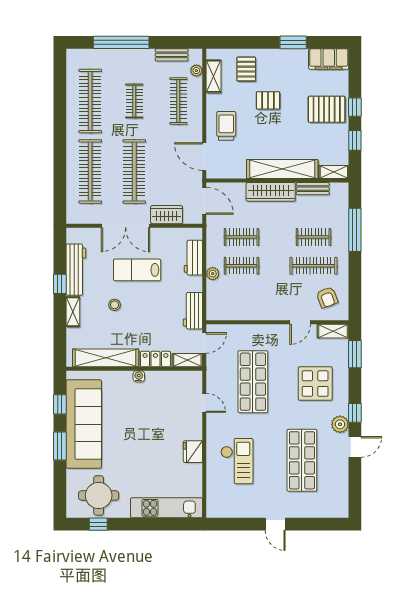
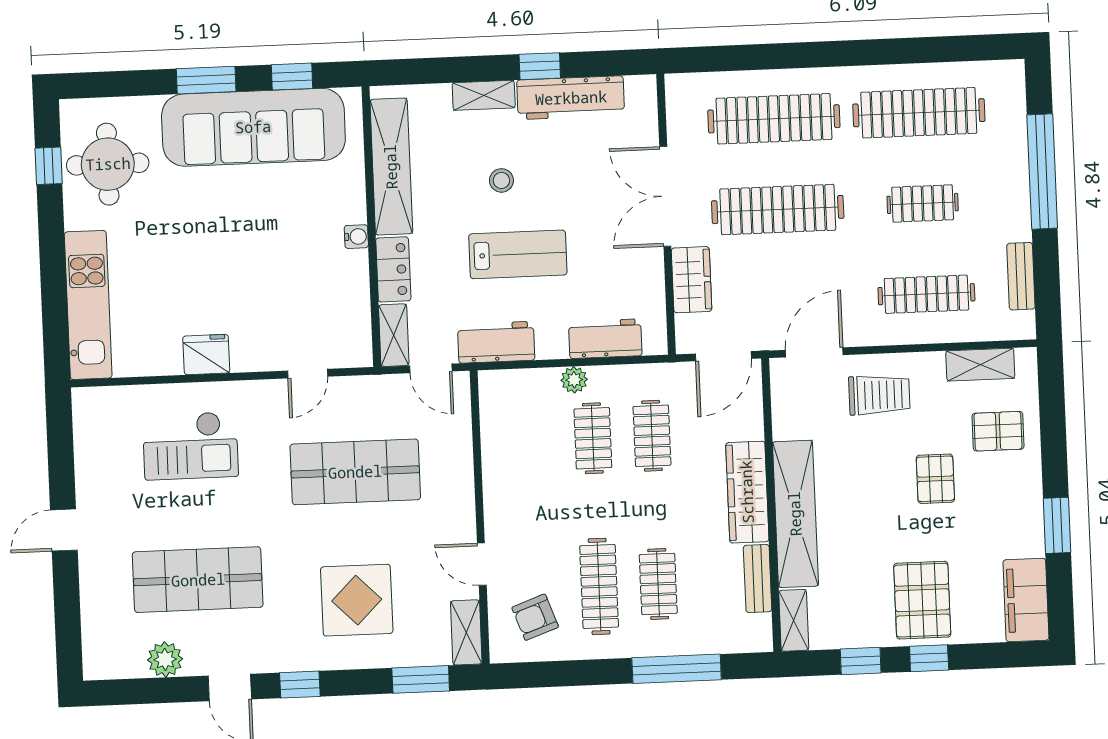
plant: (196, 71) -> (991, 329), removed
lab bench: (137, 270) -> (518, 254), moved, turned 90
plant: (340, 424) -> (165, 659), moved

